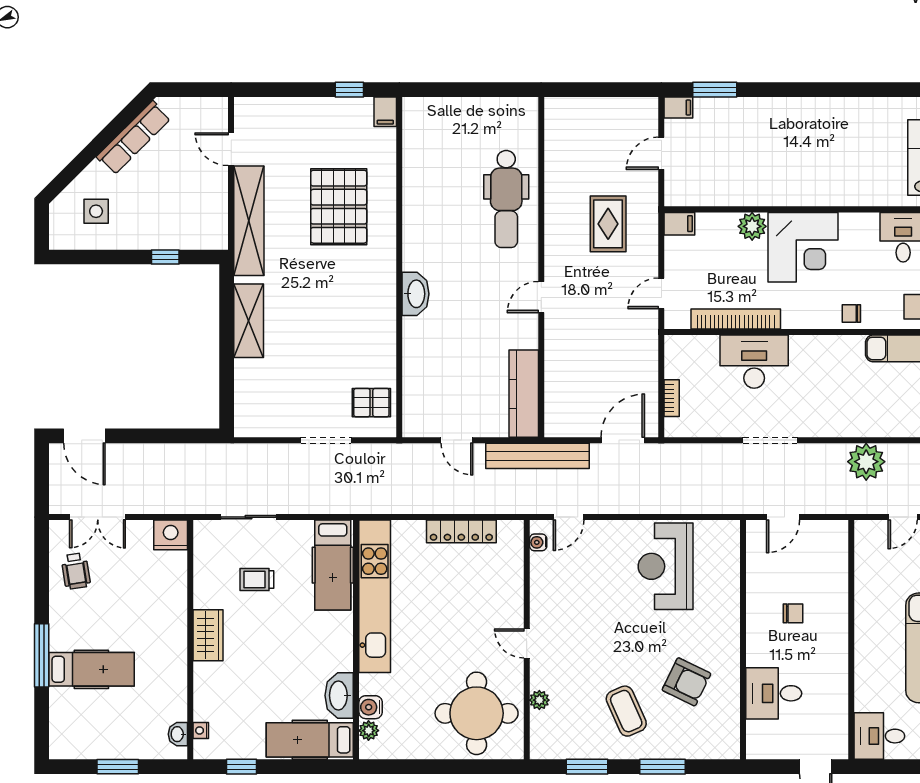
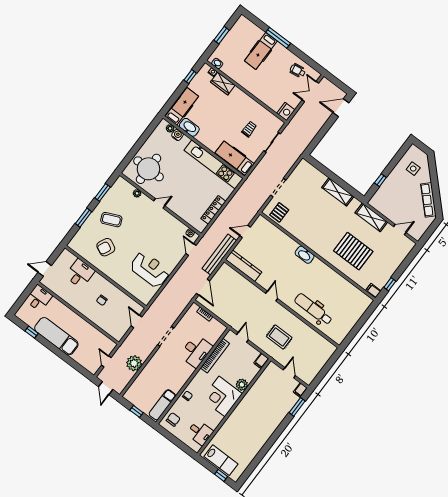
shelving: (249, 221) -> (371, 217), width x0.68
wardrobe: (208, 635) -> (223, 84), moved

